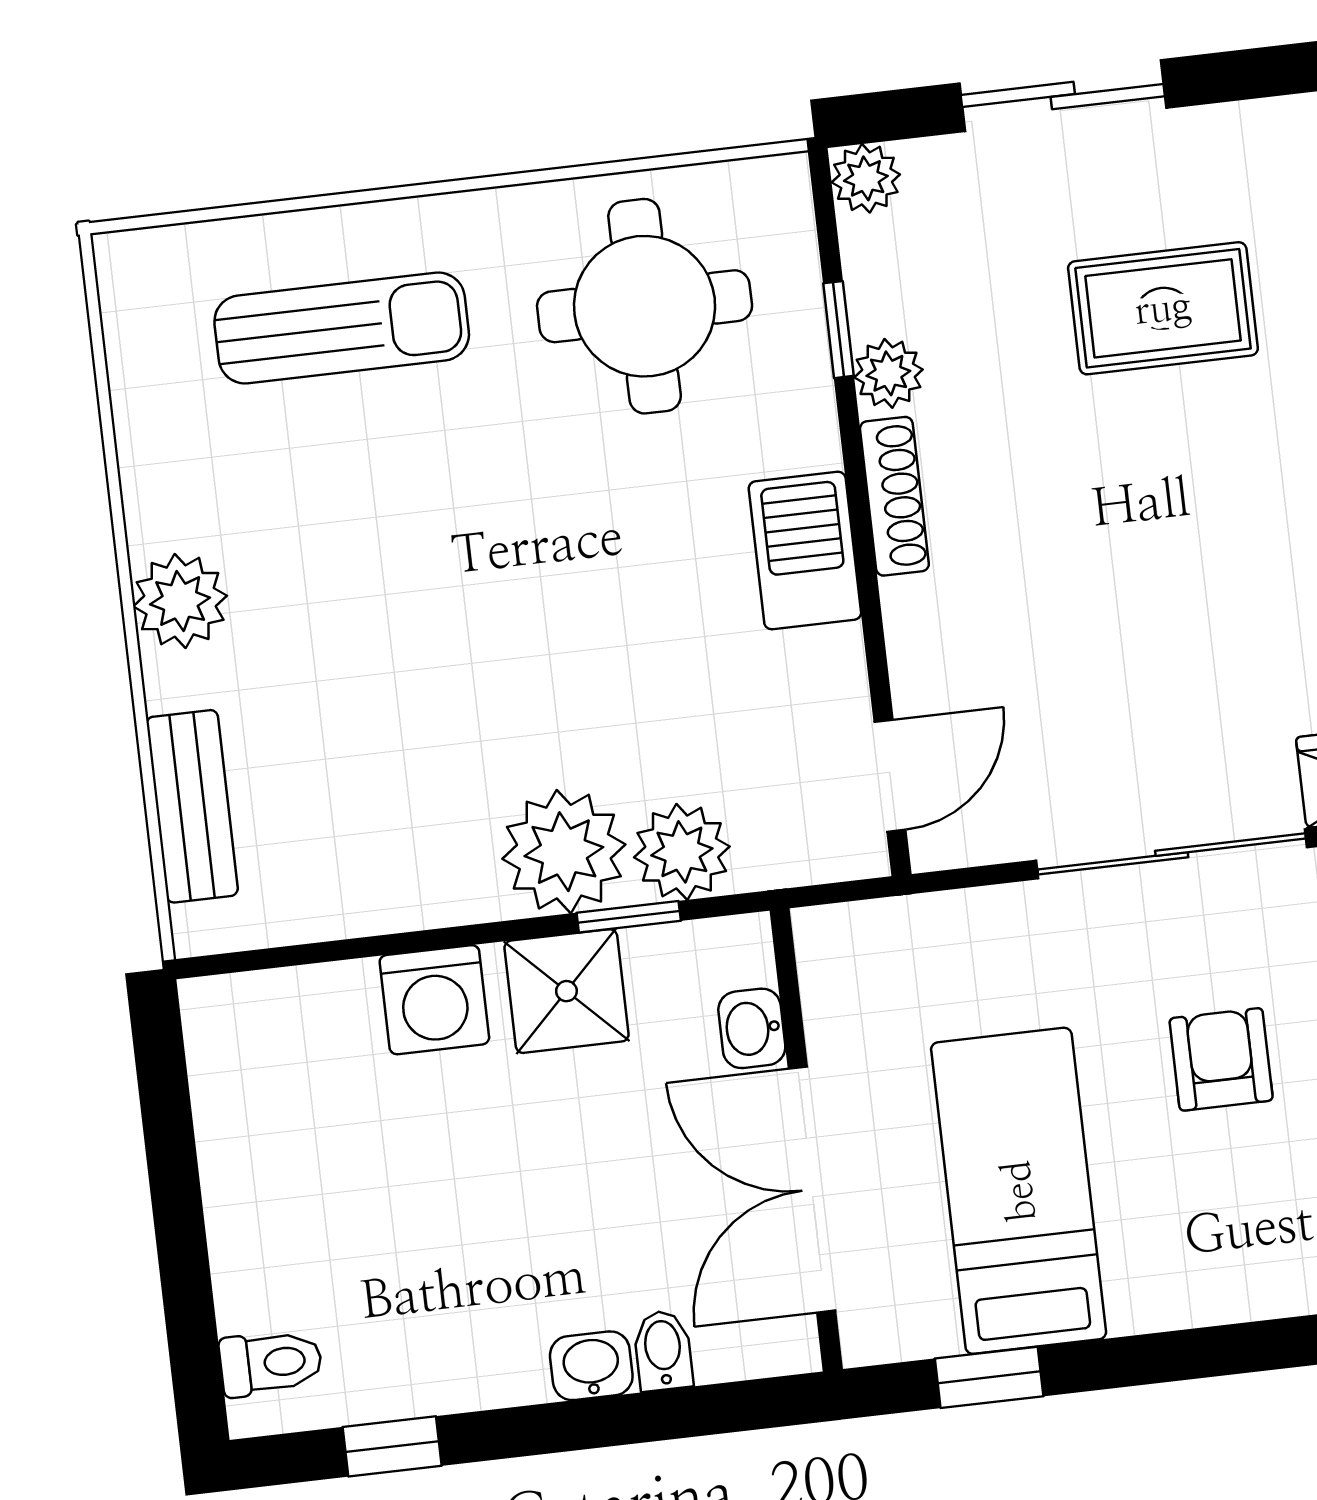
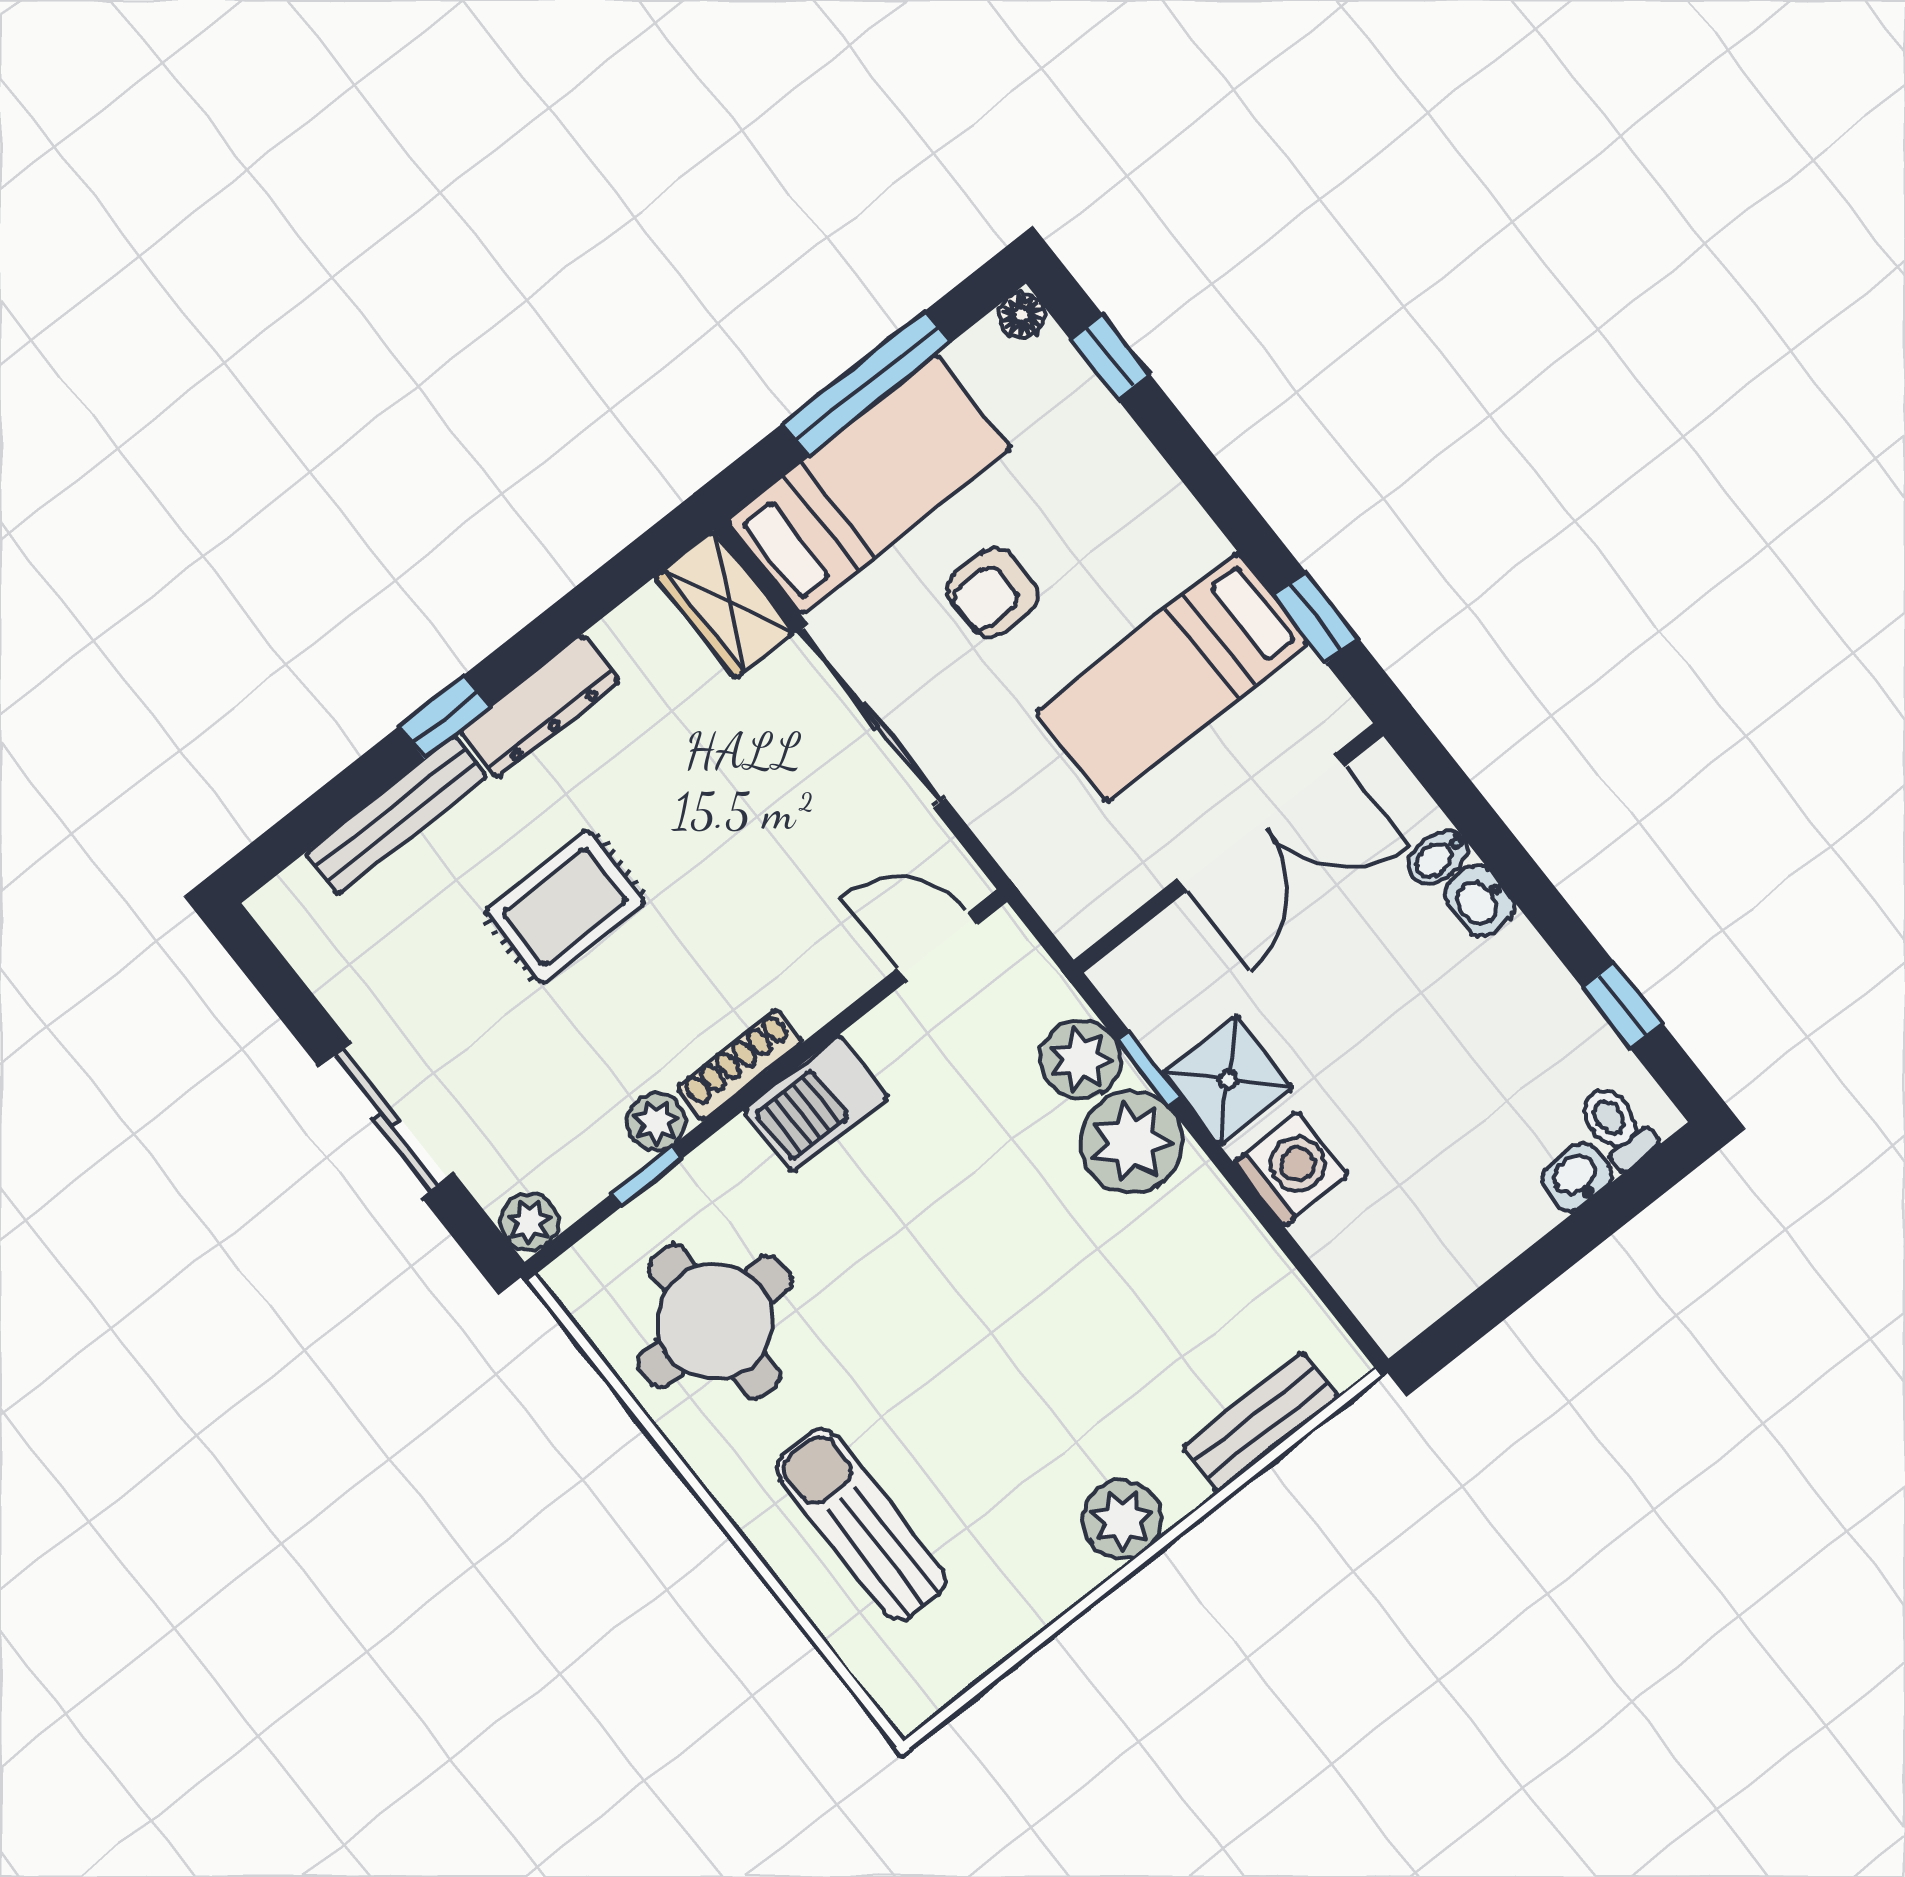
rug: (1163, 308) -> (565, 907), moved, turned 90
washbasin: (752, 1028) -> (1577, 1177), moved, turned 180

